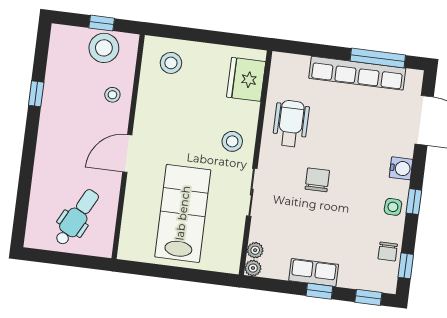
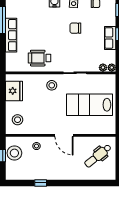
row of seats: (357, 73) -> (11, 35), width x0.73
fridge: (246, 79) -> (14, 91), moved, turned -90
chair: (317, 180) -> (75, 28), moved
dental chair: (77, 217) -> (98, 156), turned -66

